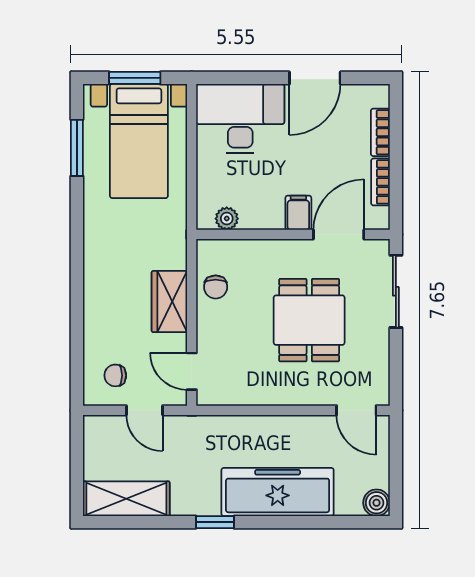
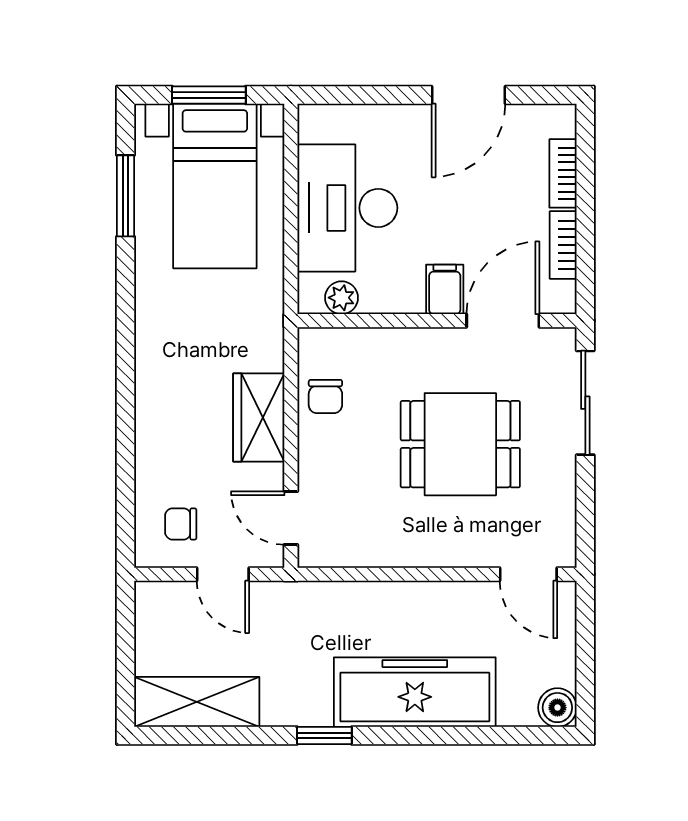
desk: (240, 119) -> (347, 208), moved, turned -90
dining table: (309, 320) -> (460, 444), turned 90

